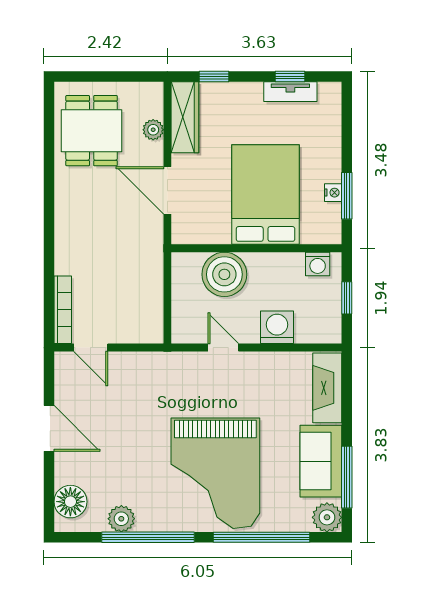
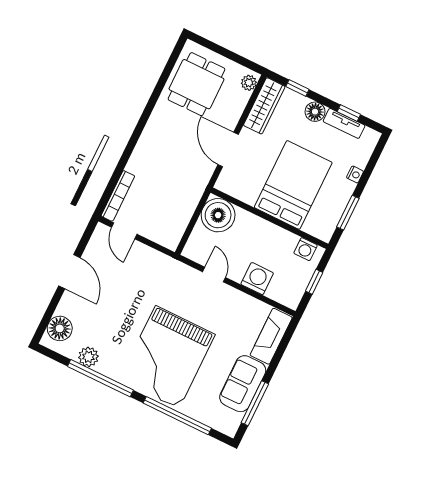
floor lamp: (249, 95) -> (315, 112), added
plant: (153, 130) -> (249, 83), moved
nightstand: (333, 193) -> (355, 174), moved
boiler: (224, 274) -> (218, 215), moved
plant: (327, 517) -> (228, 424), removed

